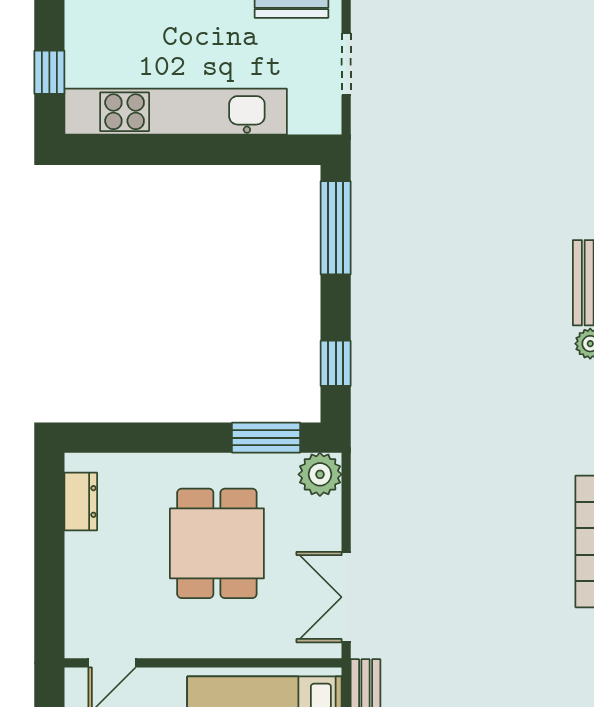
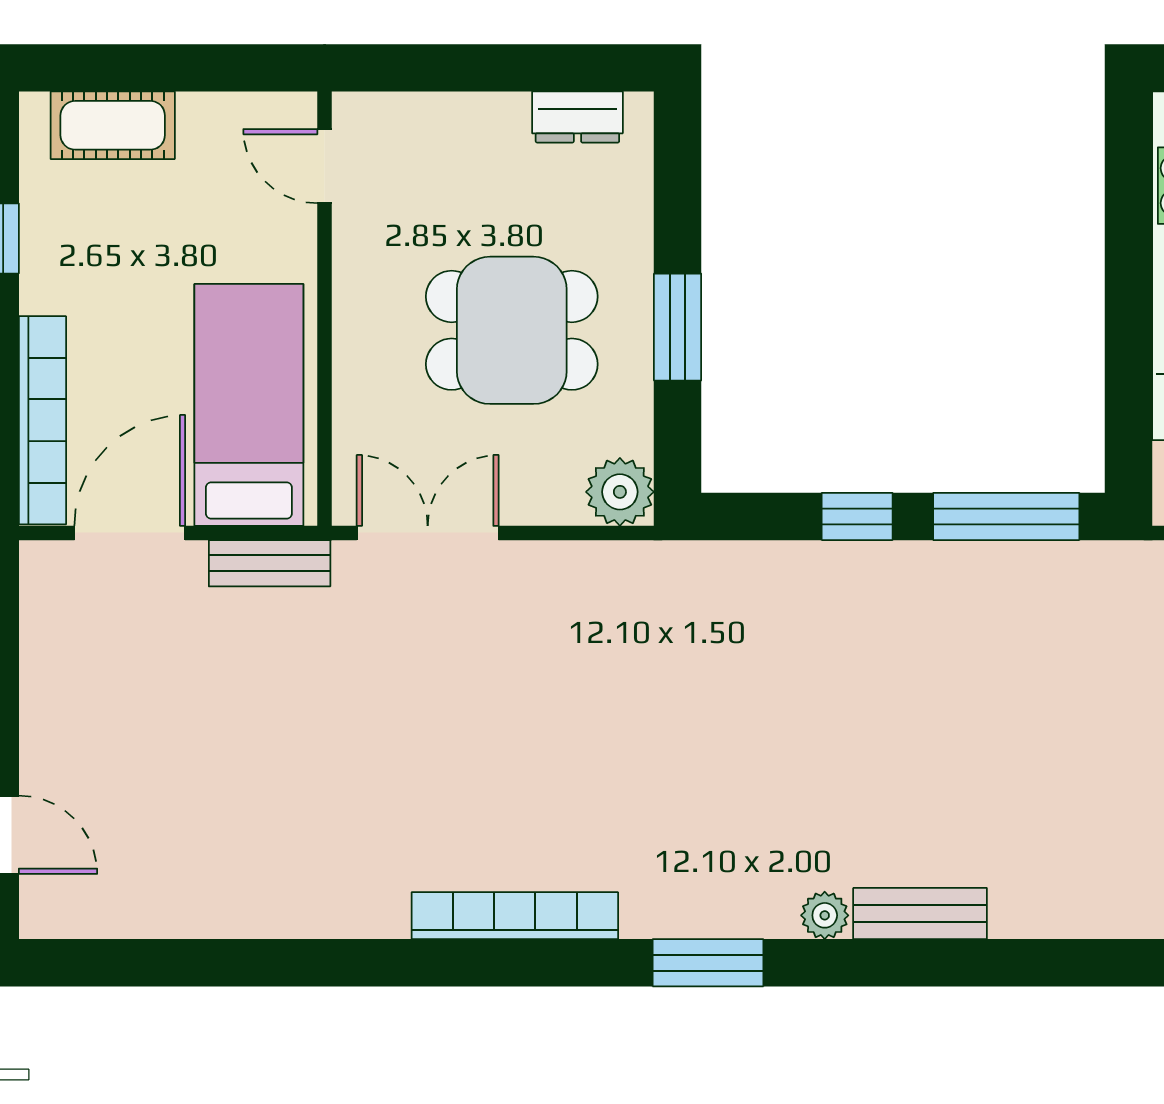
window: (336, 363) -> (857, 516), moved
window: (266, 438) -> (678, 327), moved

